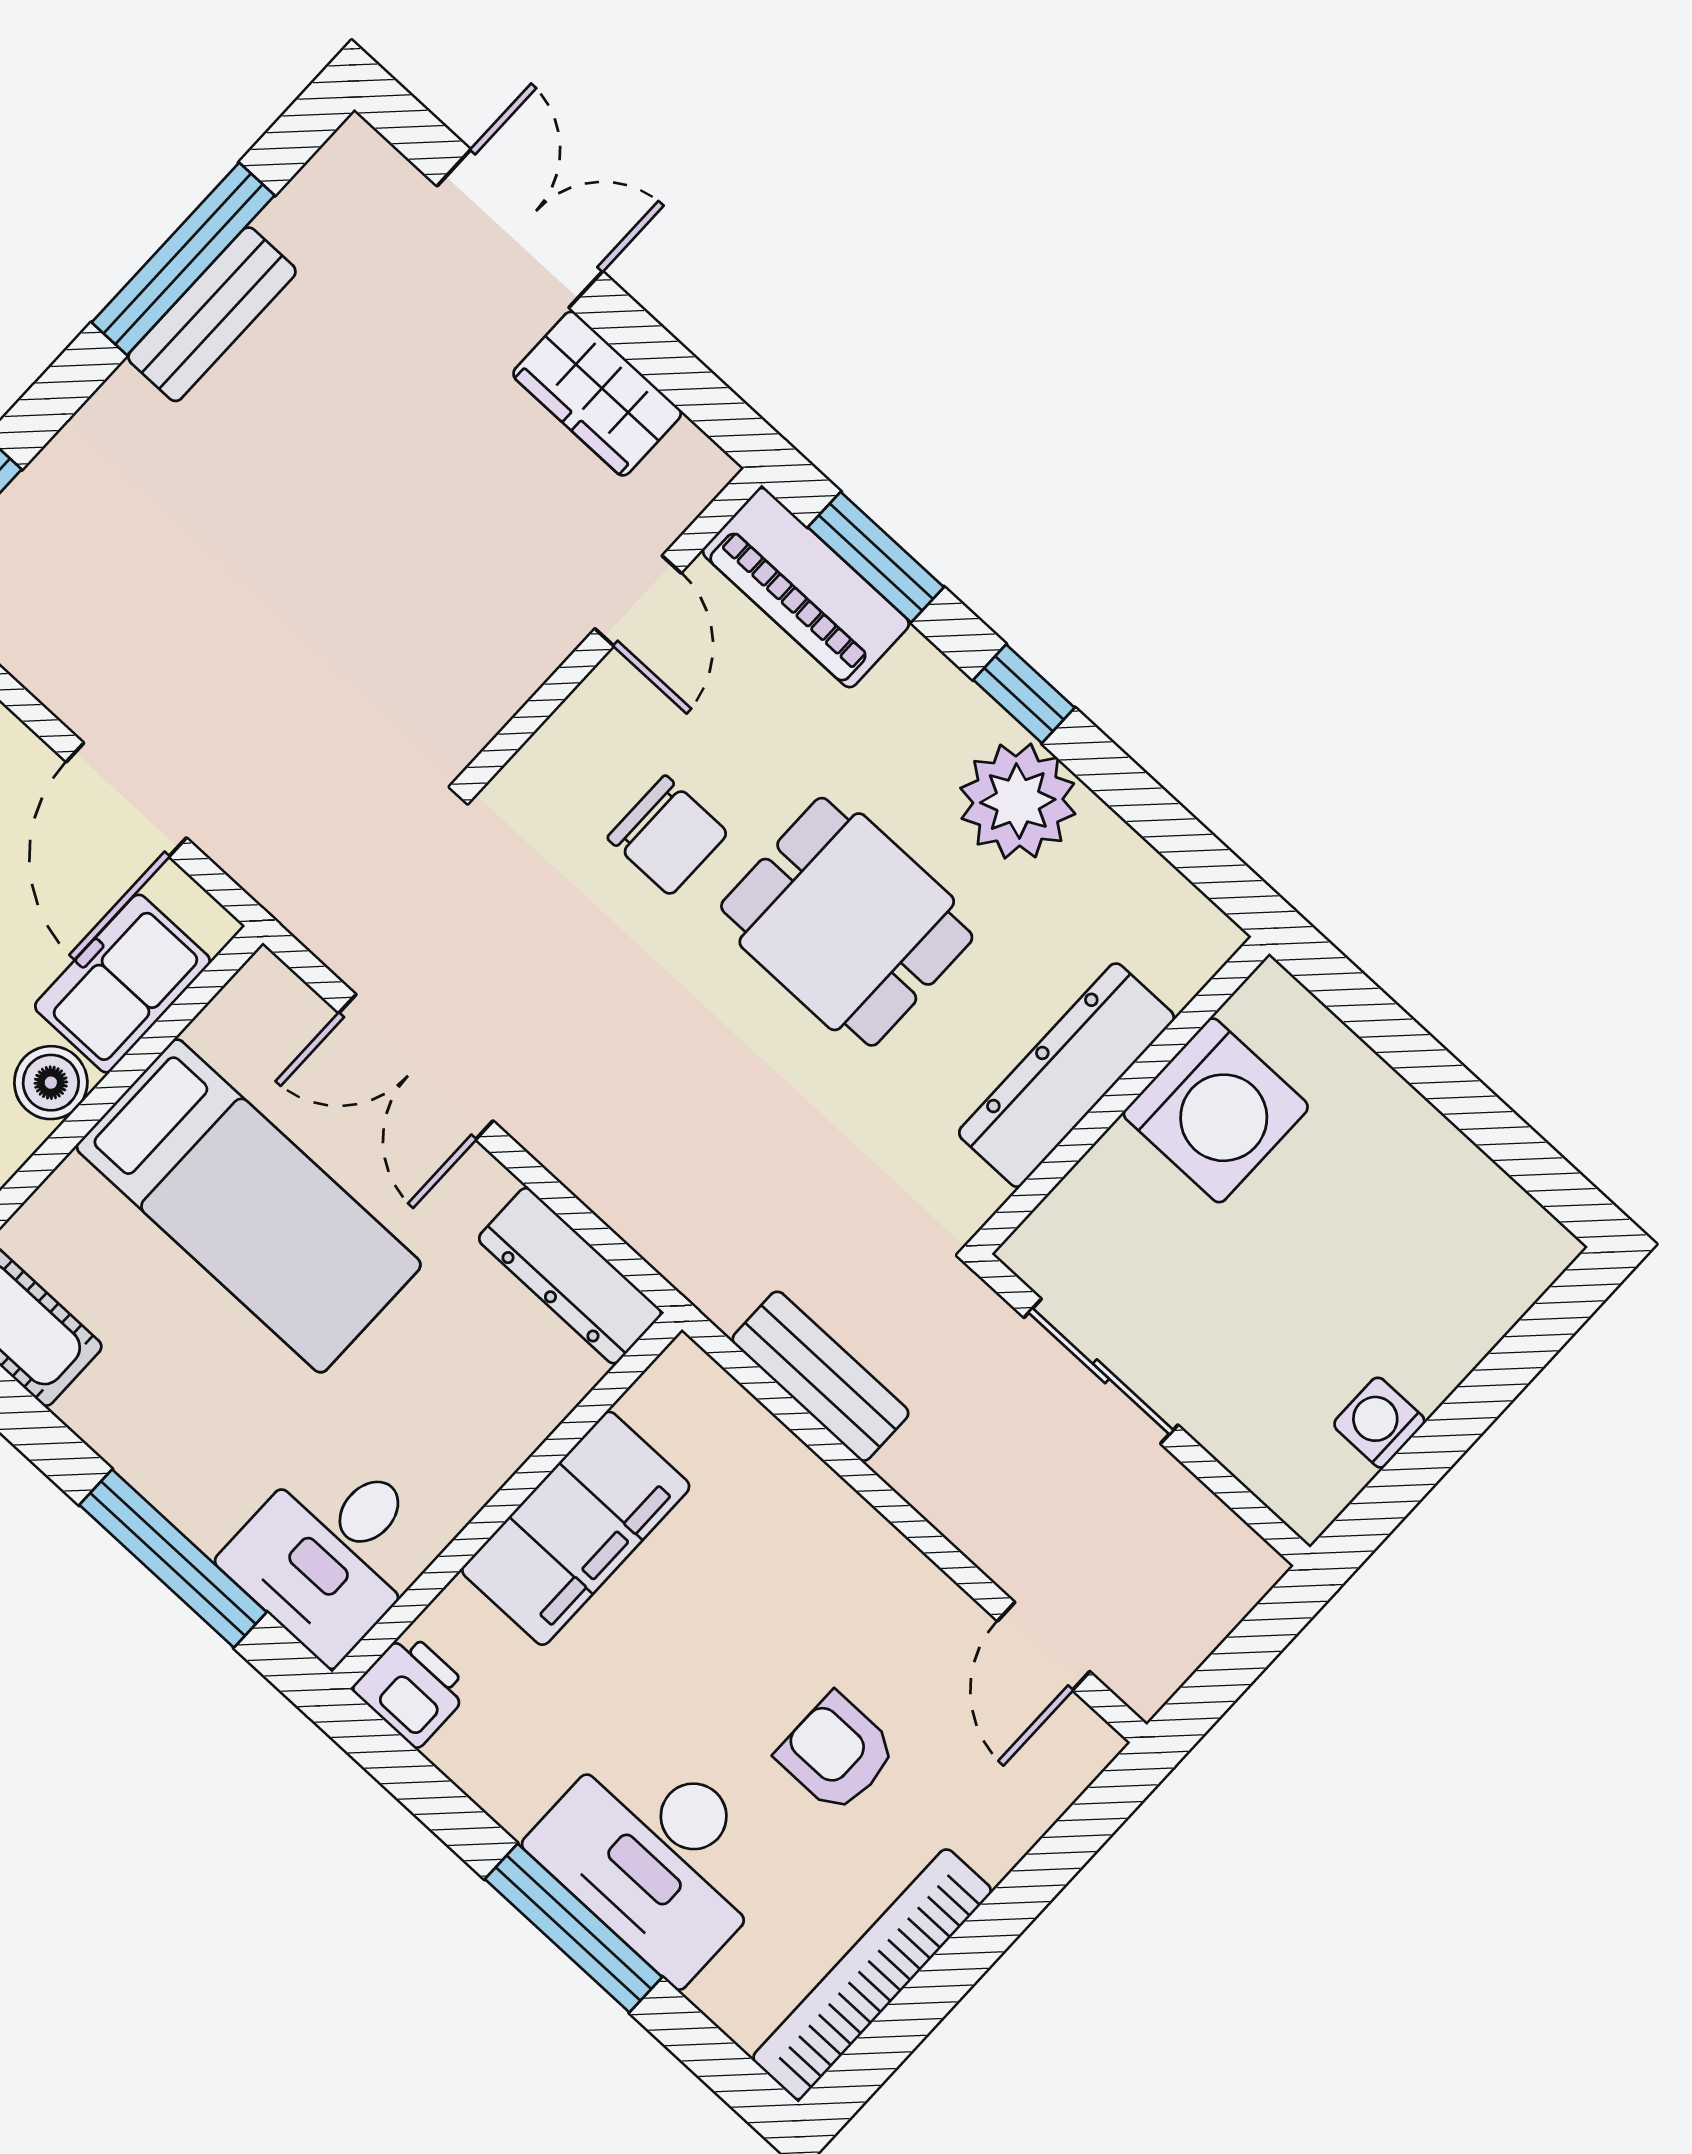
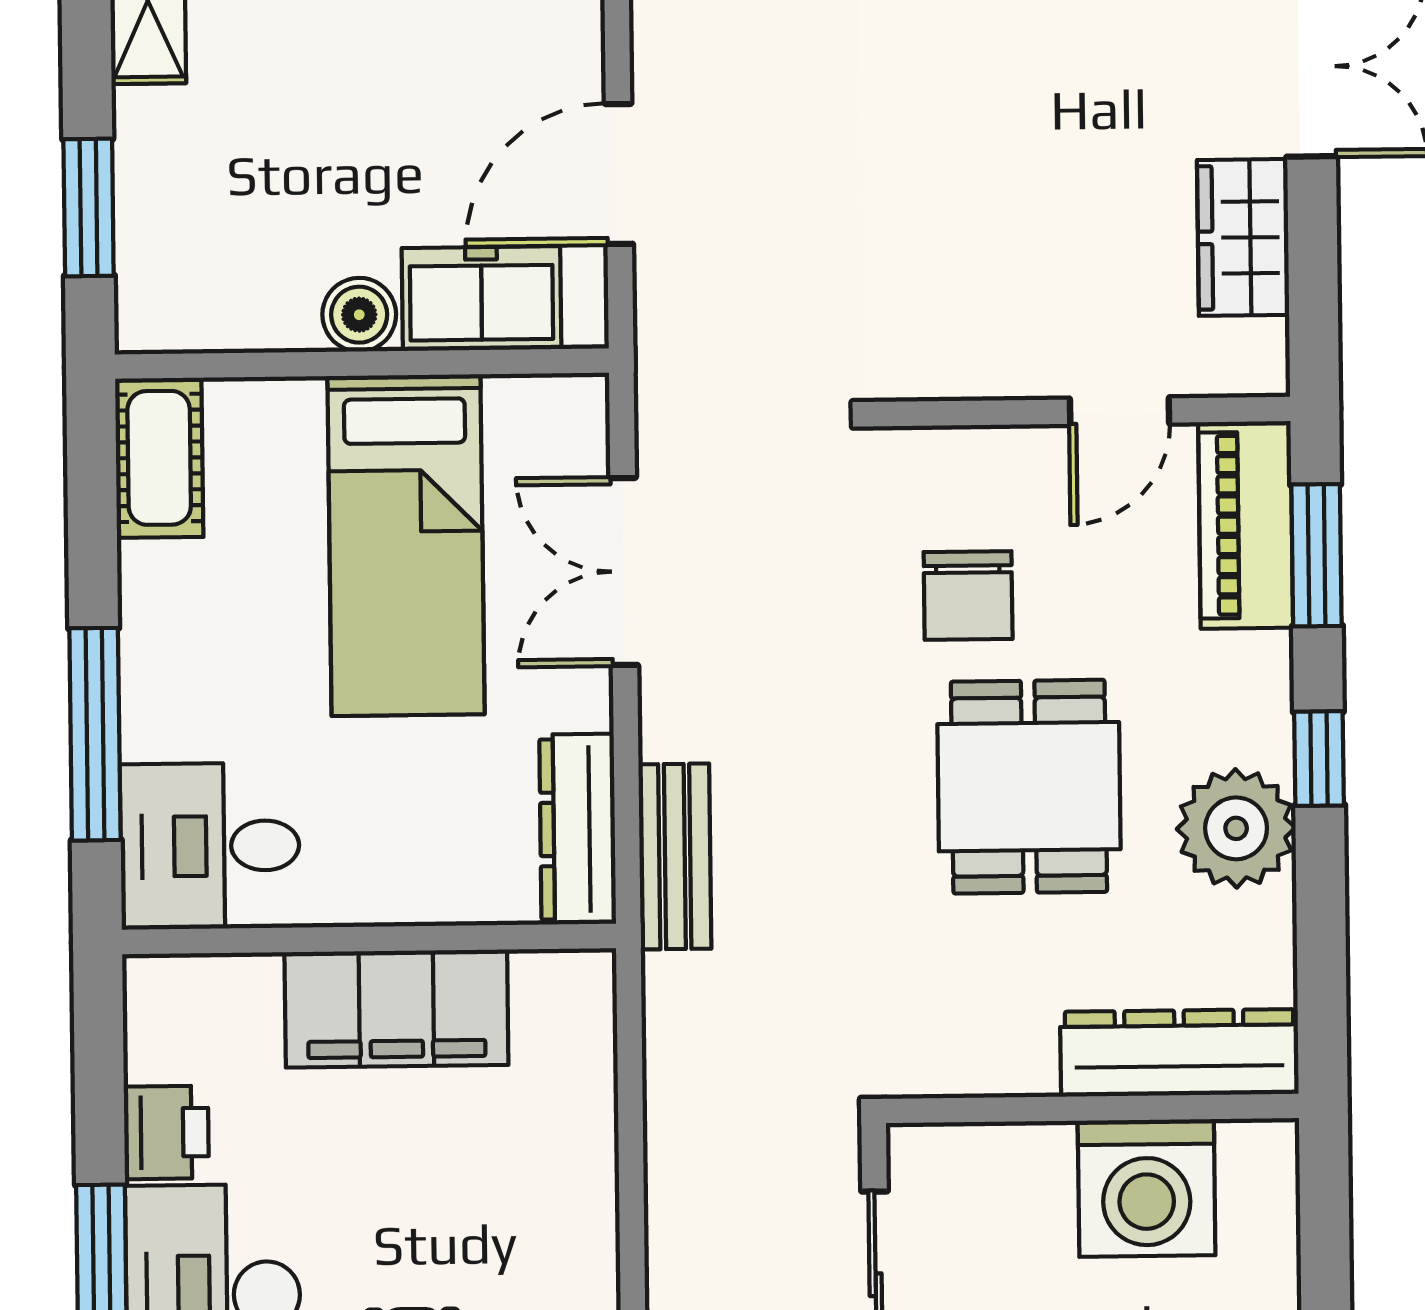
dresser: (1066, 1075) -> (1179, 1053), moved
bench: (820, 1376) -> (675, 856), moved
printer: (412, 1689) -> (166, 1132), moved

